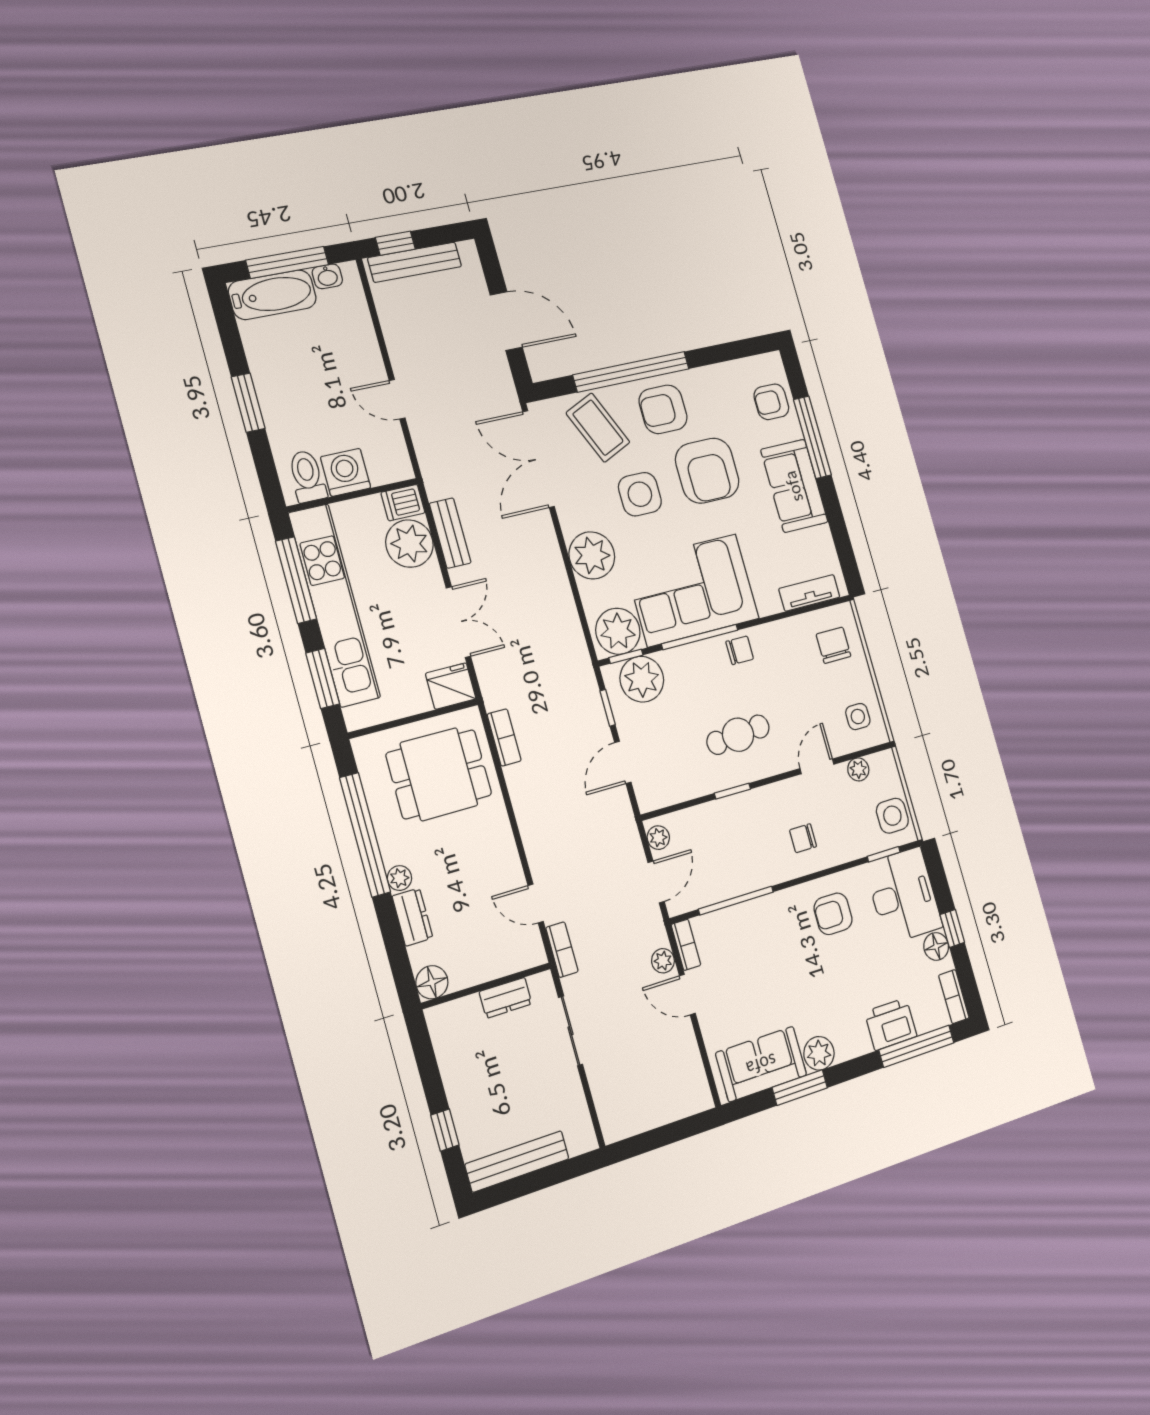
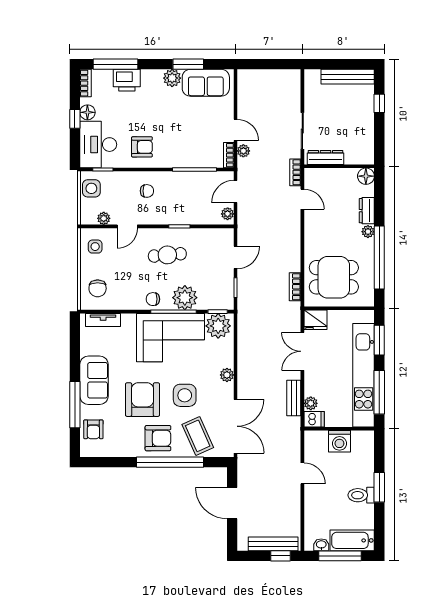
armchair: (771, 402) -> (93, 429), turned 90
toilet: (307, 476) -> (361, 495), moved, turned 90
plant: (409, 544) -> (311, 403), width x0.53, depth x0.53
plant: (592, 555) -> (227, 375), width x0.53, depth x0.53
plant: (642, 679) -> (185, 298), moved
dresser: (506, 998) -> (325, 157), width x1.44

